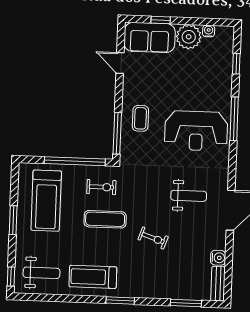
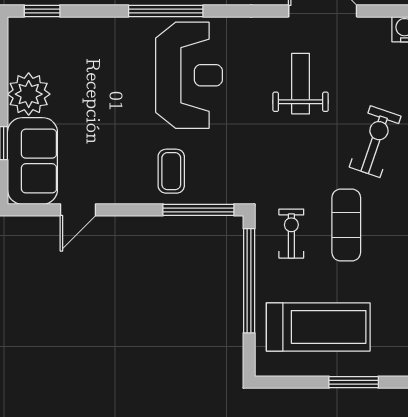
water cooler: (209, 31) -> (17, 60), removed
window: (236, 64) -> (42, 11), moved
coffee table: (140, 118) -> (171, 171), turned 90
exercise bike: (153, 238) -> (375, 142), width x1.38, depth x1.39

